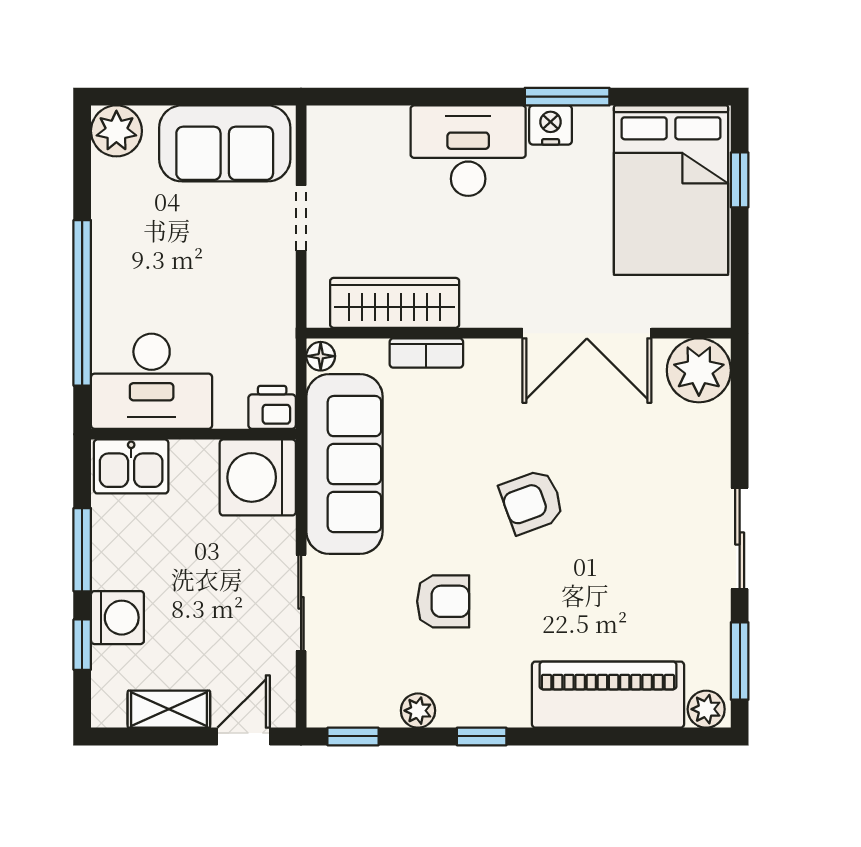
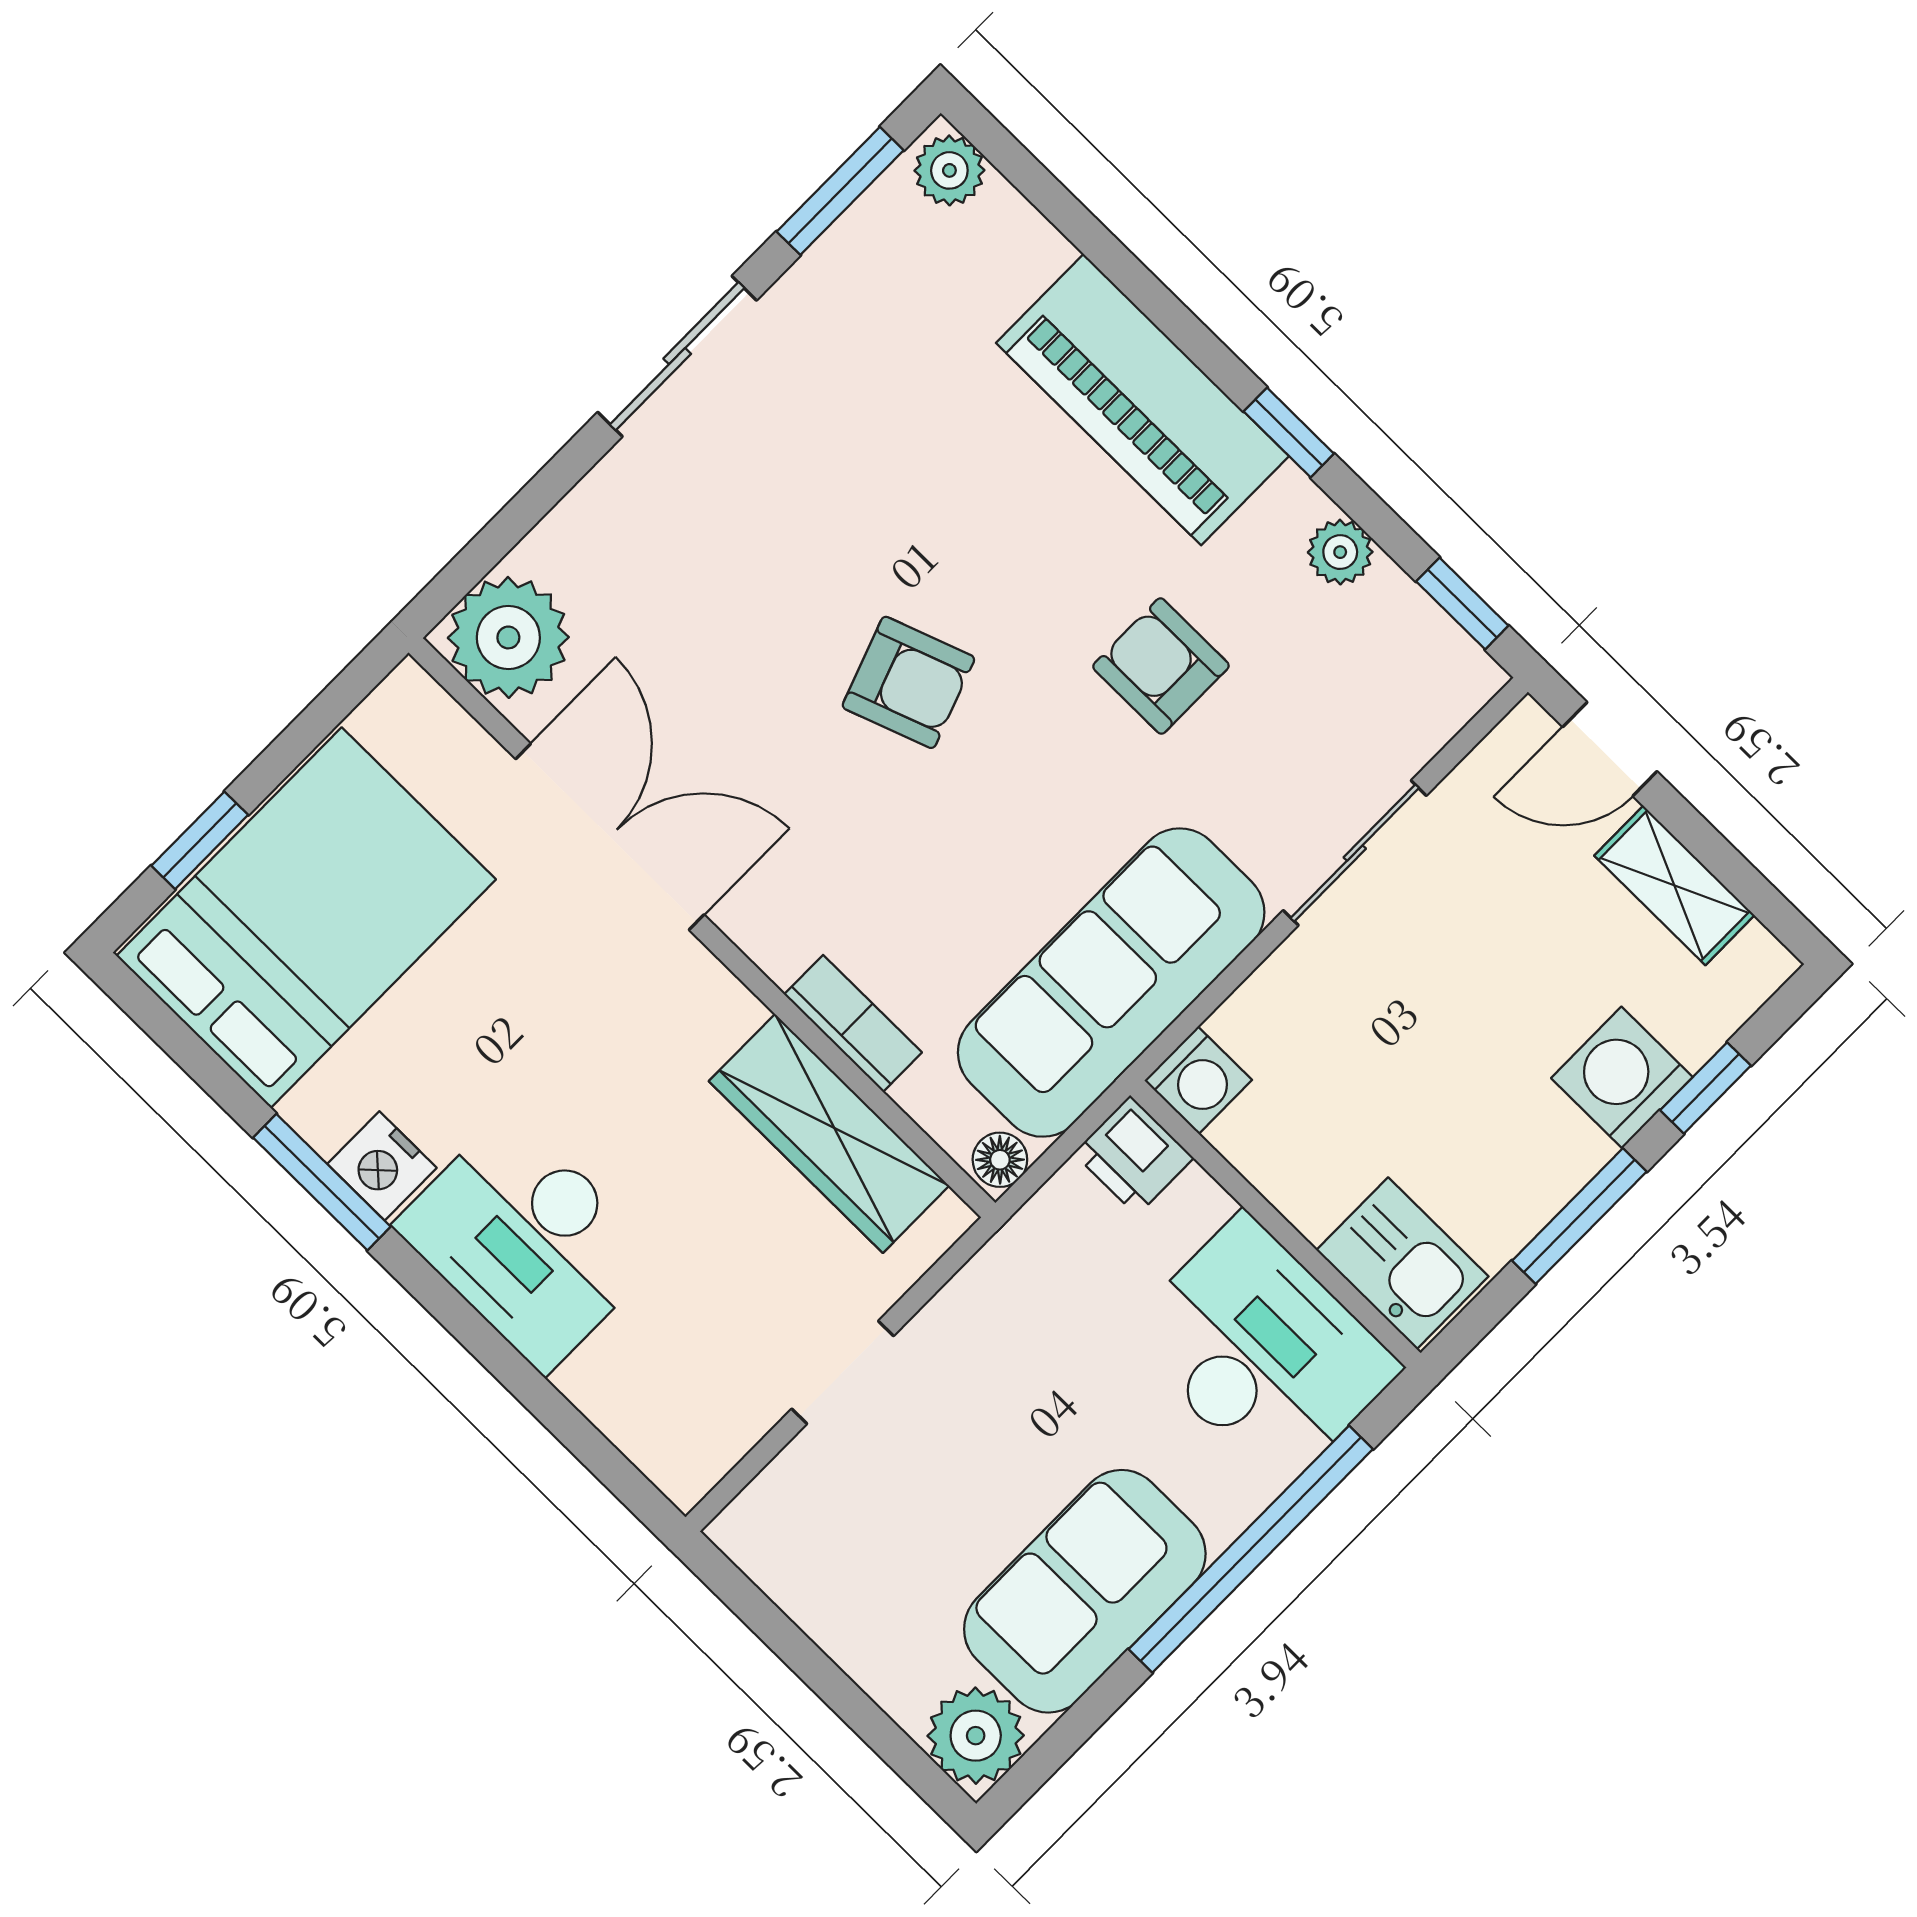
sofa: (225, 143) -> (1085, 1591), moved, turned -90
washing machine: (258, 477) -> (1198, 1080), width x0.53, depth x0.53
piano: (608, 695) -> (1142, 400), moved

